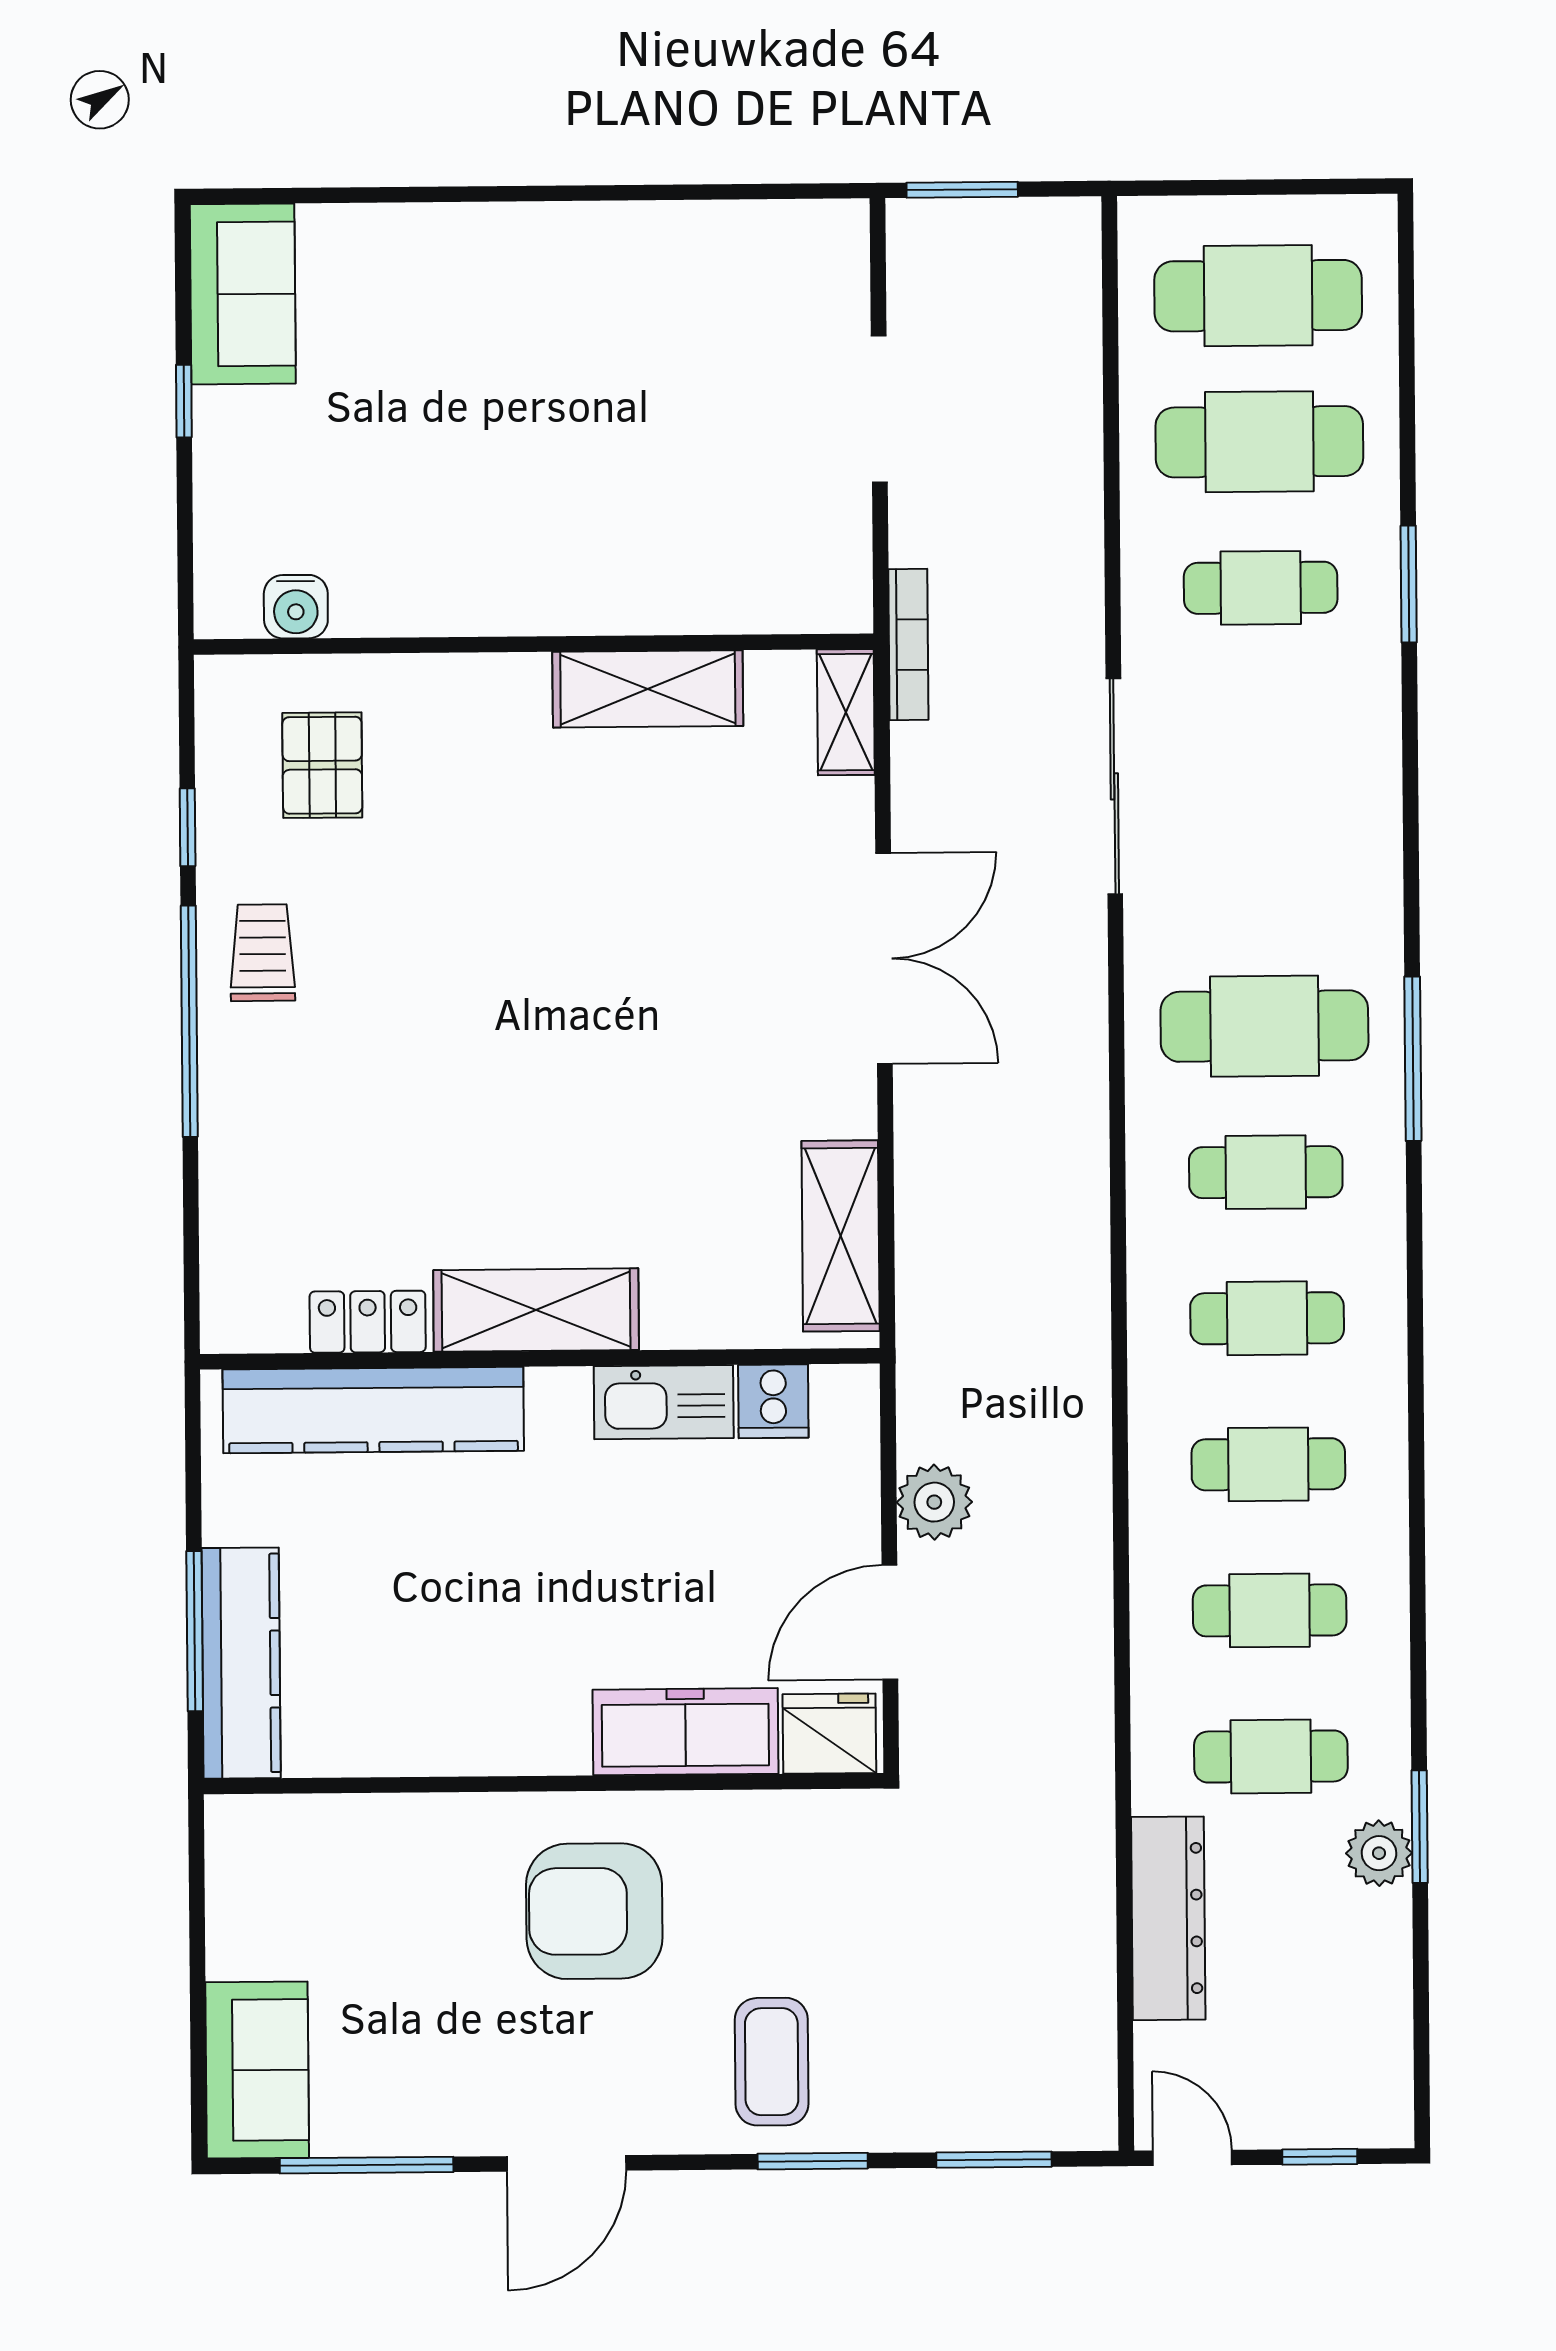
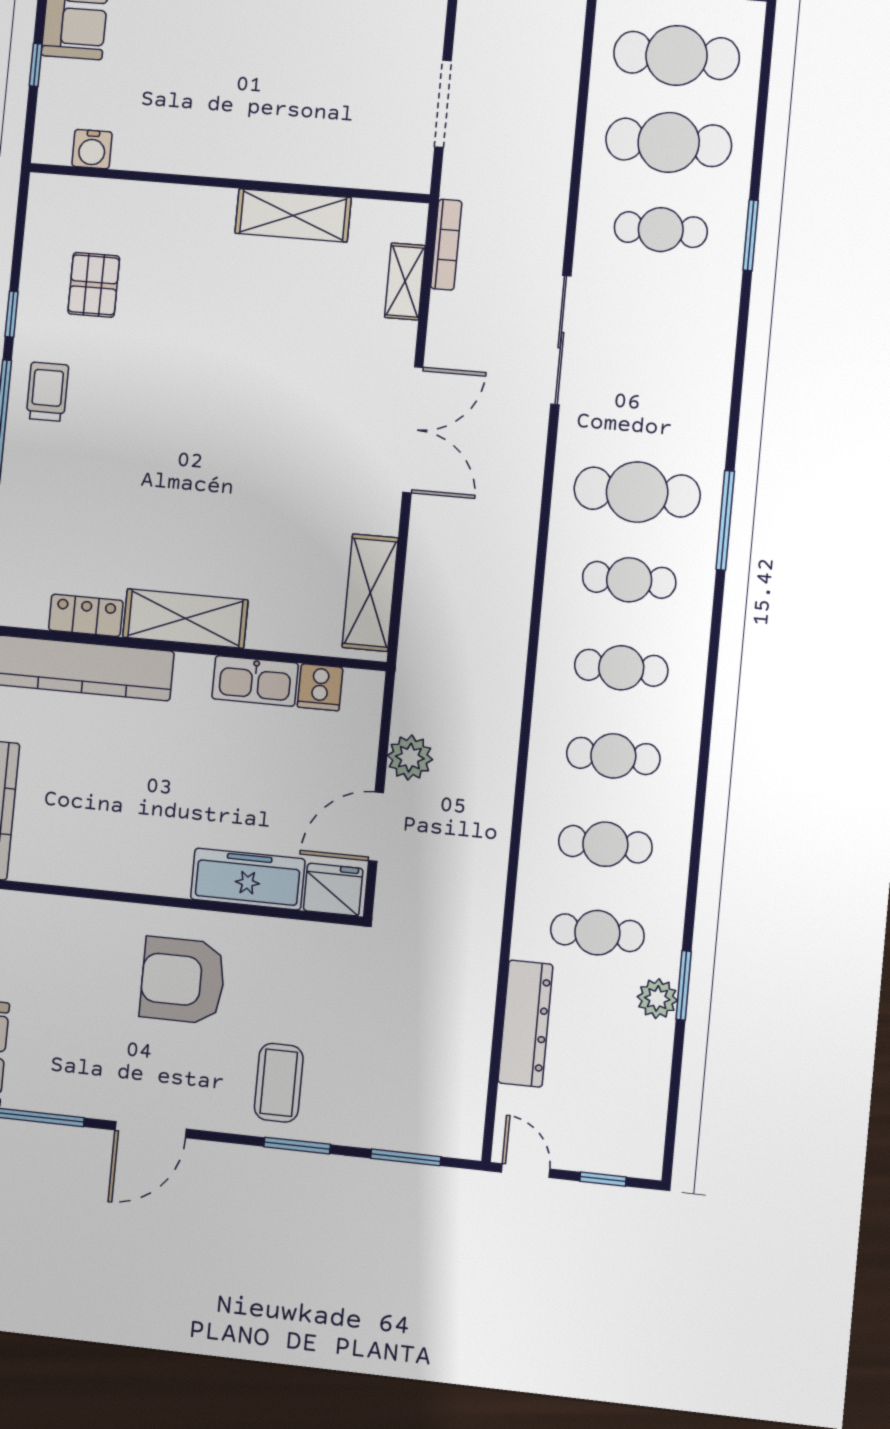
water cooler: (296, 607) -> (92, 149), moved
wall: (534, 644) -> (229, 183), moved
shelving: (648, 689) -> (293, 215), moved

